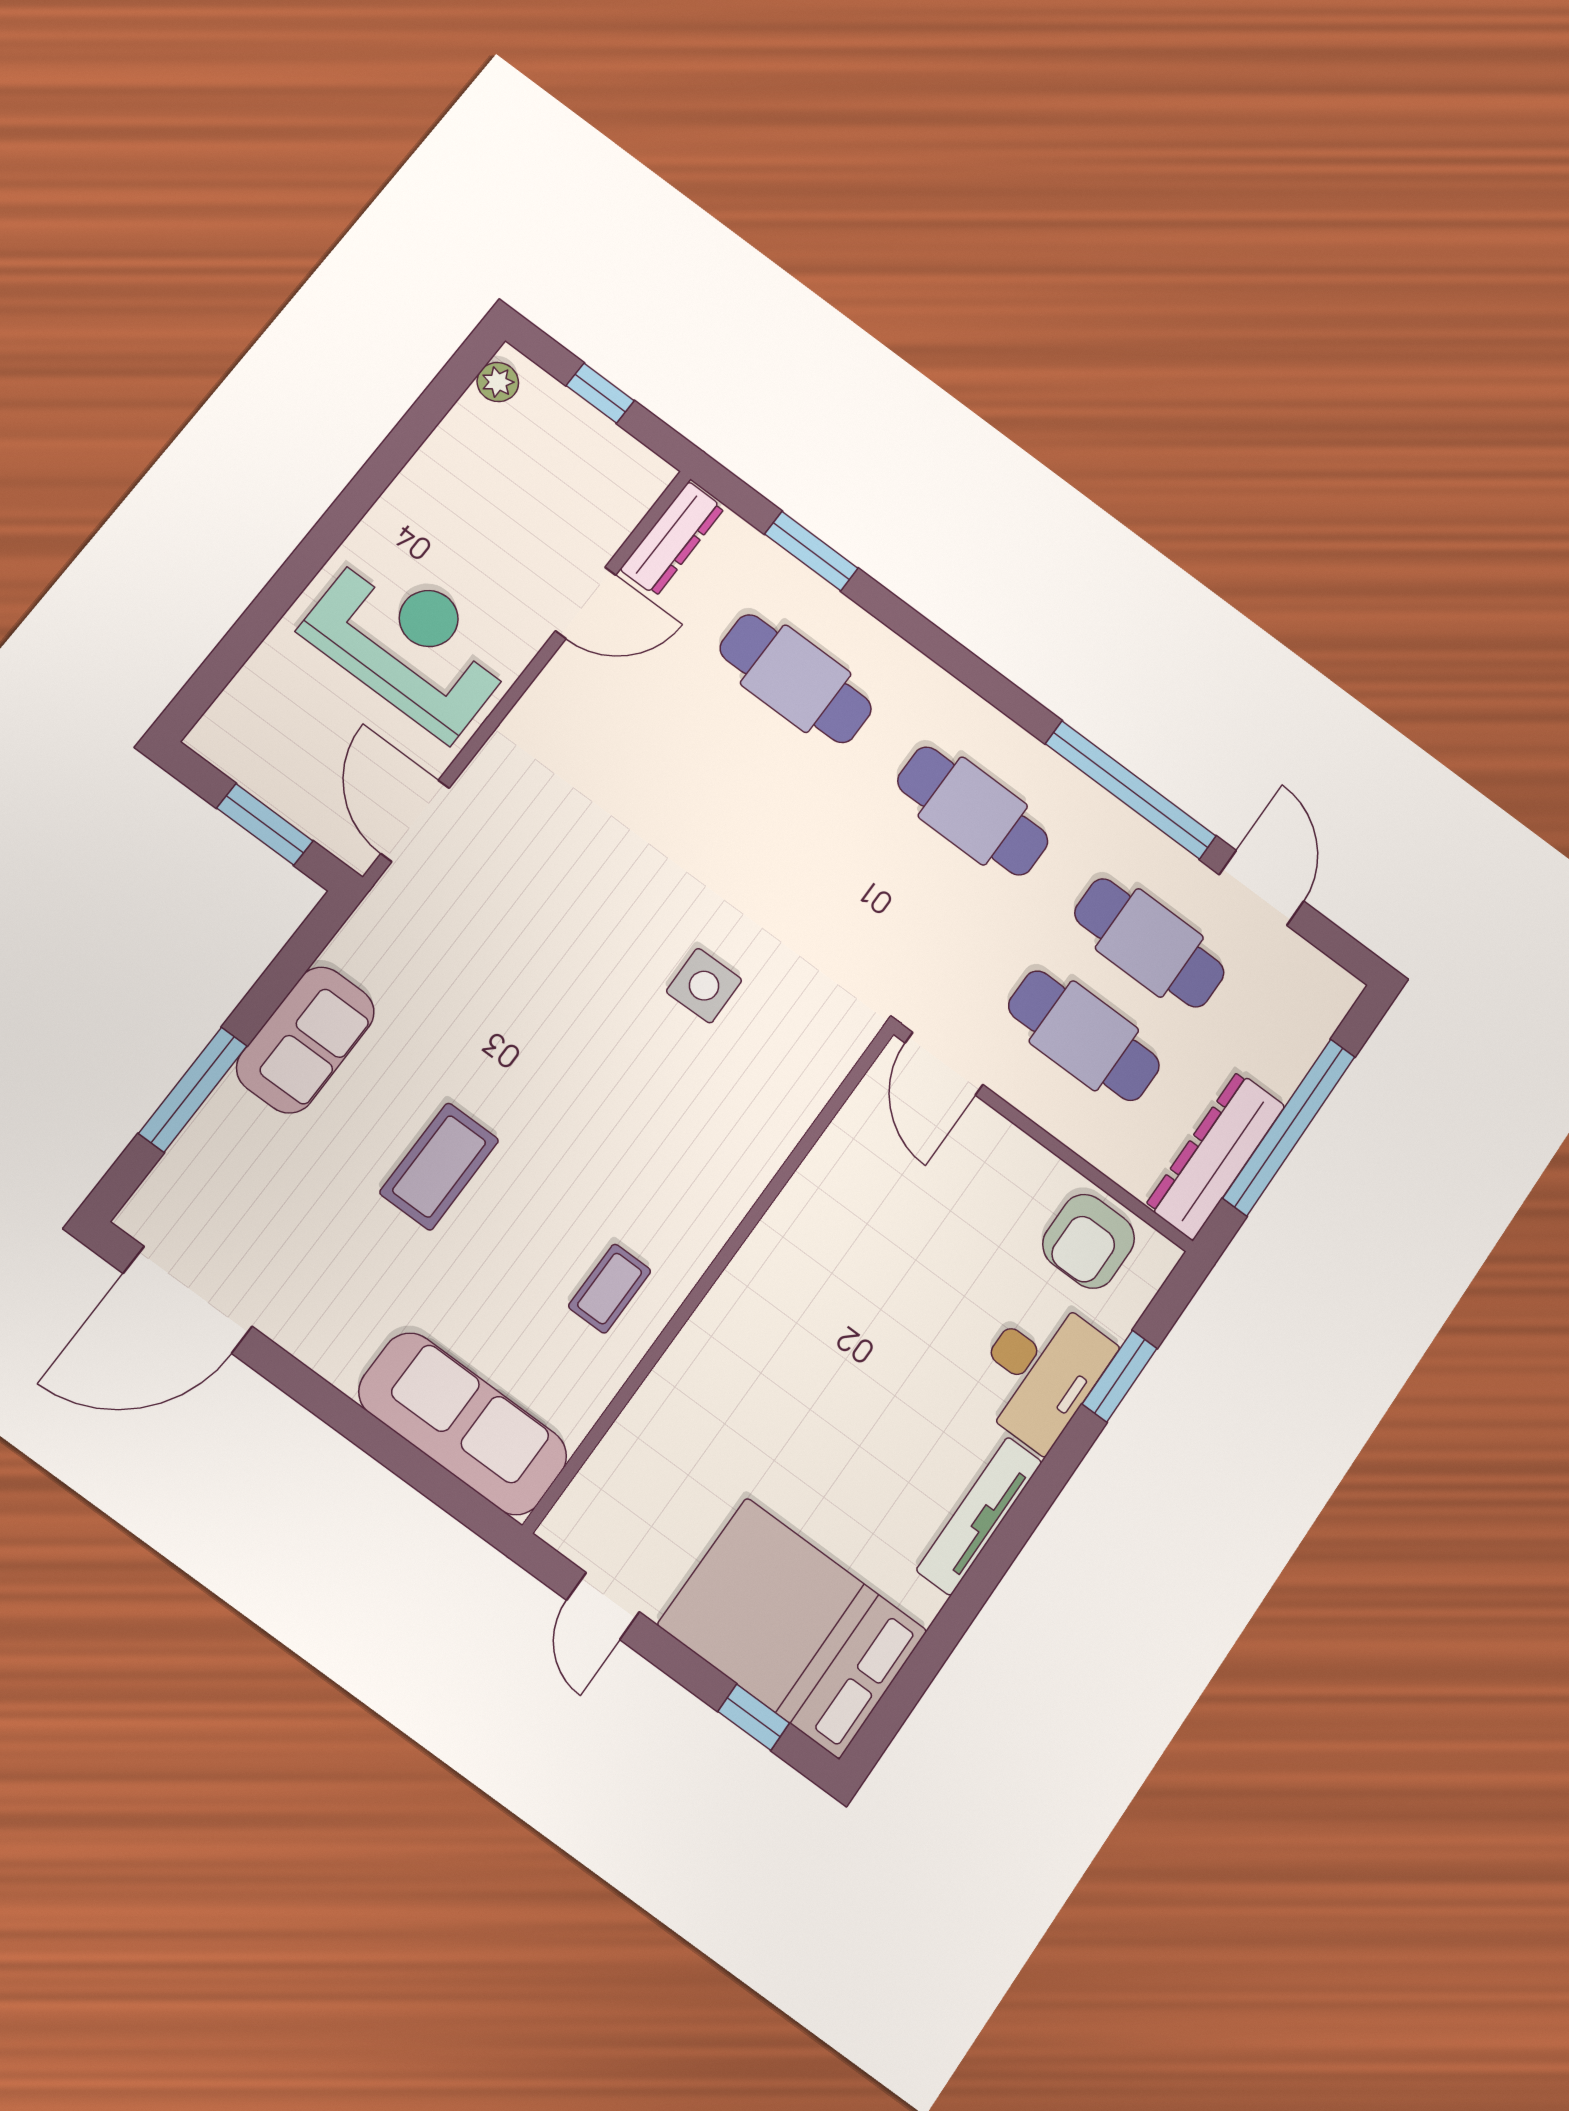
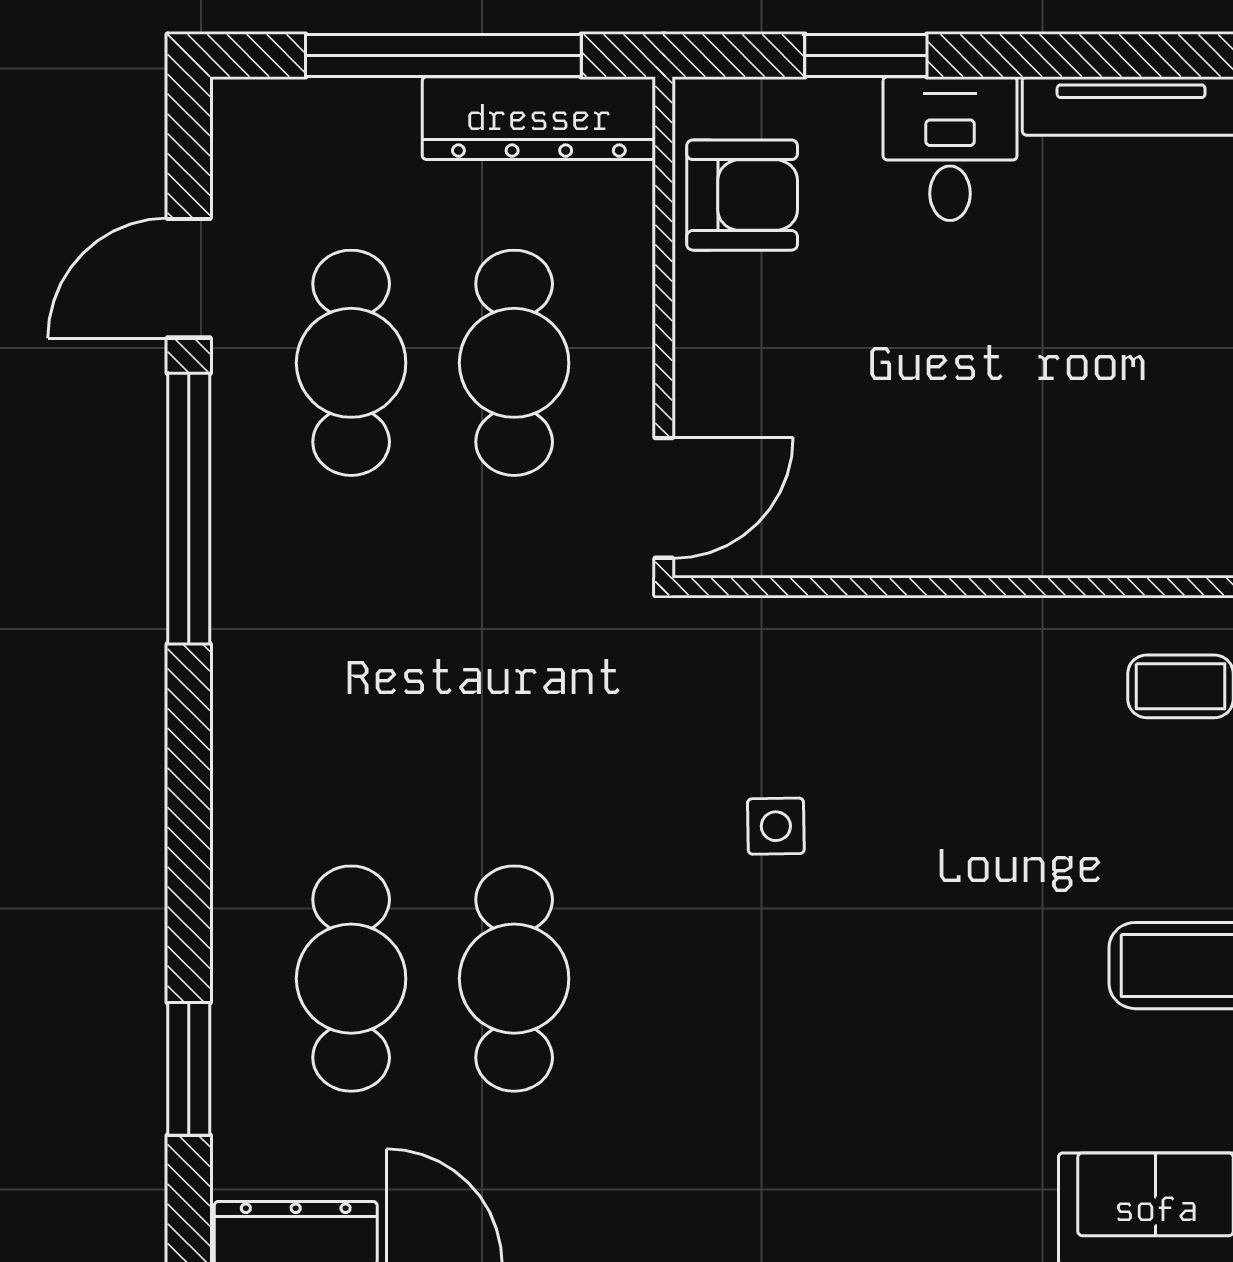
cafe table: (973, 811) -> (514, 979), moved
side table: (704, 986) -> (776, 826), width x0.73, depth x0.73
desk: (1040, 1371) -> (950, 149), width x0.73

